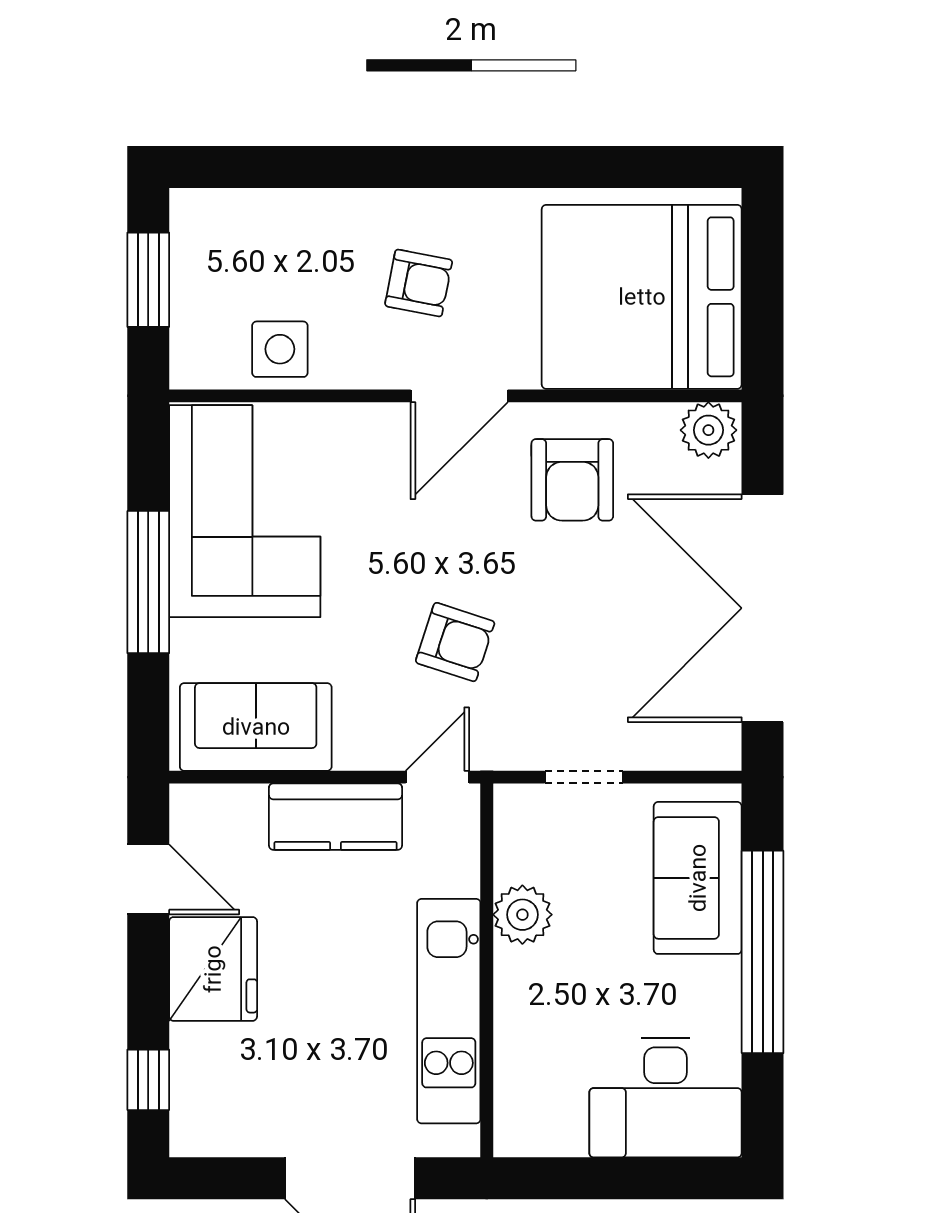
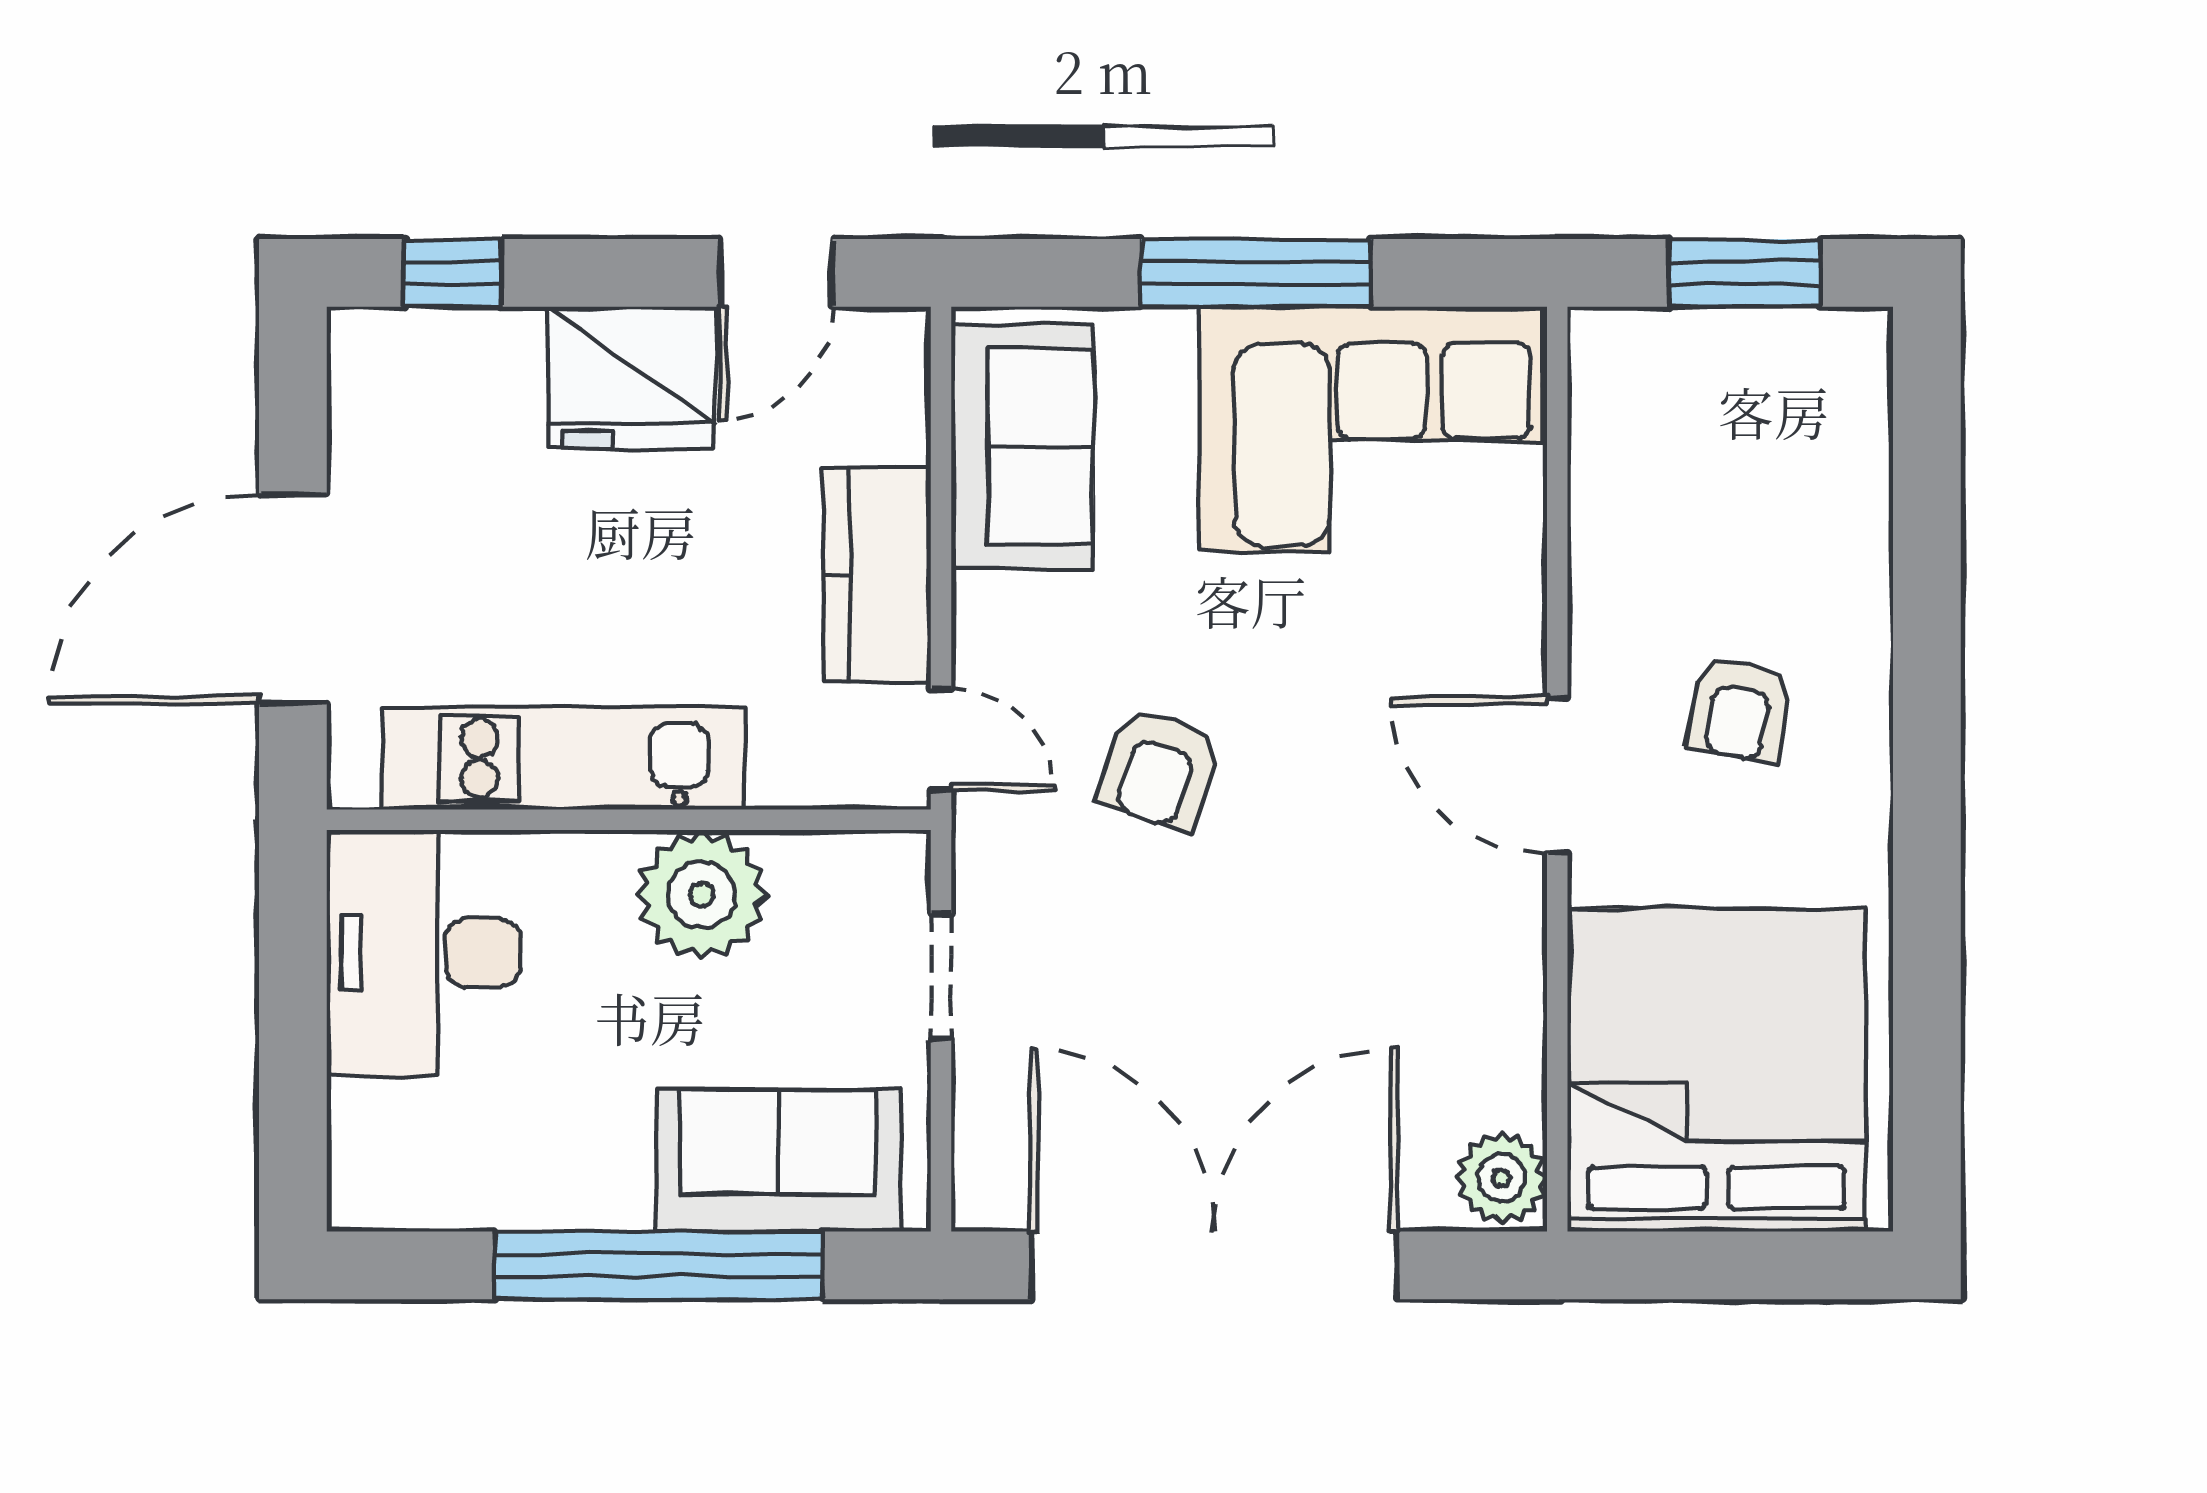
side table: (280, 349) -> (1632, 486), removed
armchair: (572, 480) -> (1421, 958), removed
plant: (522, 915) -> (702, 895), width x1.36, depth x1.36
desk: (666, 1098) -> (423, 953), moved

